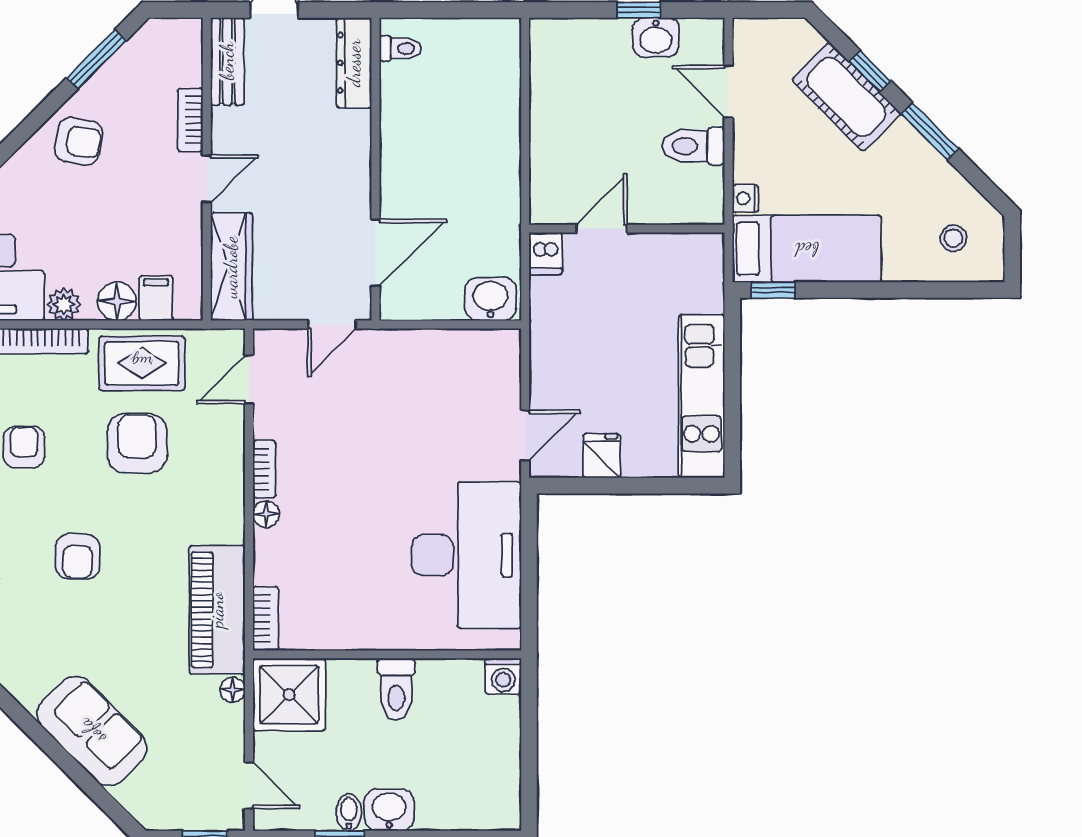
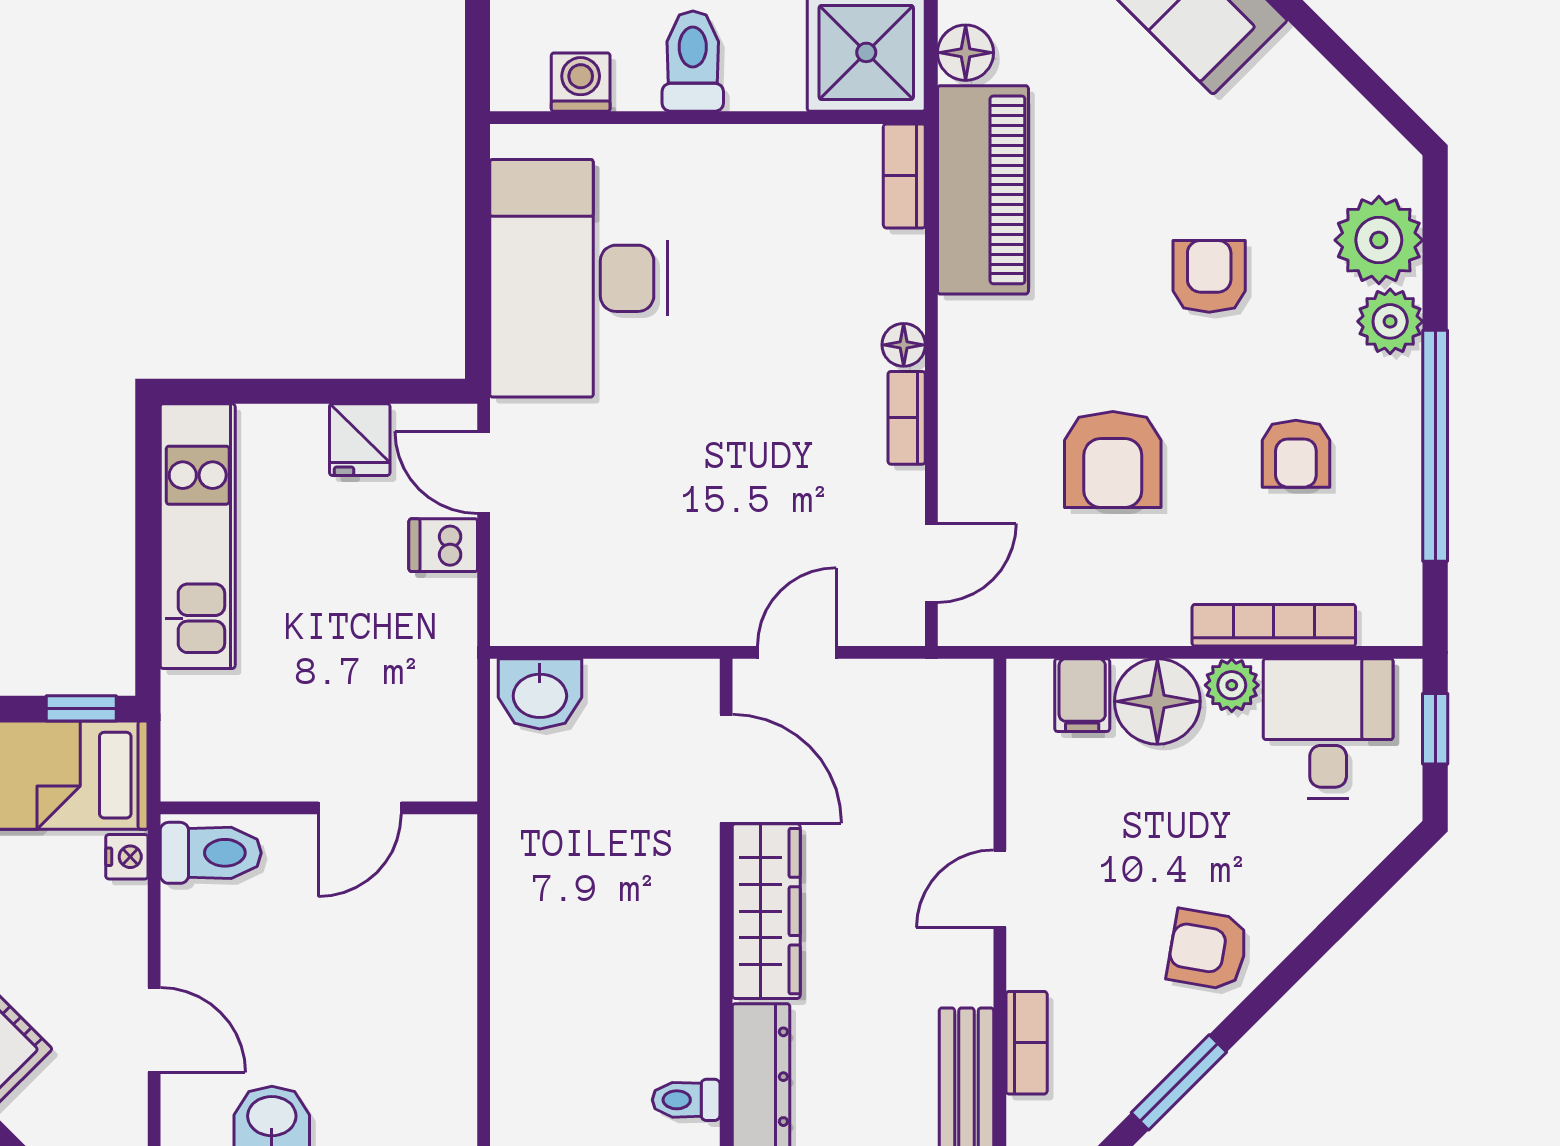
bookcase: (190, 120) -> (1027, 1043), moved
toilet: (694, 146) -> (211, 853), moved
door: (376, 253) -> (726, 769), swing flipped
dishwasher: (545, 254) -> (443, 545), moved, turned -90
wardrobe: (231, 267) -> (766, 911), moved, turned 180
floor lamp: (117, 301) -> (1157, 701), width x1.38, depth x1.38
rug: (142, 363) -> (1105, 589), removed
door: (525, 435) -> (484, 472), hinge flipped
washing machine: (503, 676) -> (581, 82), moved
floor lamp: (233, 690) -> (966, 53), width x1.37, depth x1.37

